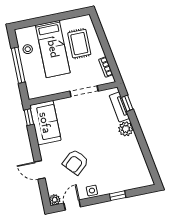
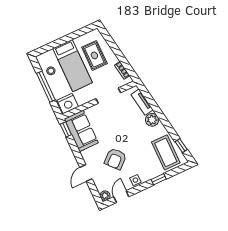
nightstand: (38, 89) -> (68, 104), added
window: (127, 103) -> (181, 146), moved
coffee table: (132, 168) -> (166, 152), added
door: (40, 170) -> (86, 173), hinge flipped

